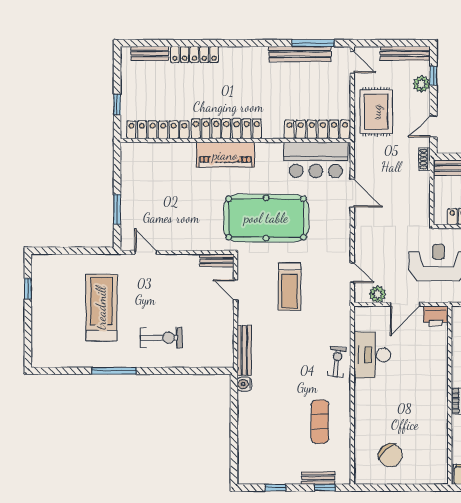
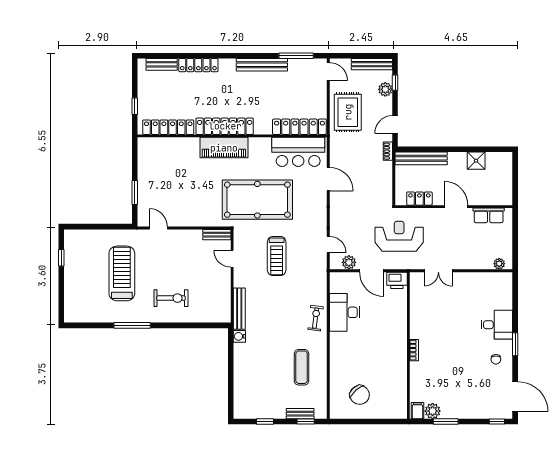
bench: (300, 54) -> (262, 65), moved
door: (405, 304) -> (372, 271), hinge flipped

